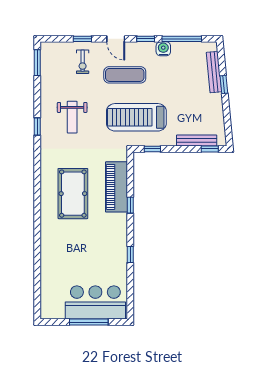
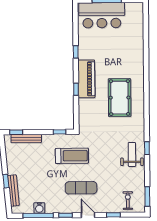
water cooler: (163, 49) -> (39, 208), moved
exercise bike: (83, 62) -> (128, 200), moved
weight bench: (72, 117) -> (132, 154), moved
treadmill: (136, 117) -> (72, 156), width x0.73, depth x0.73
piano: (116, 187) -> (86, 79), moved

